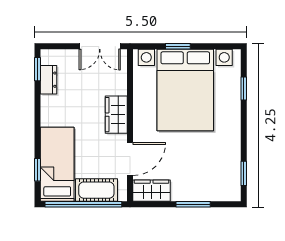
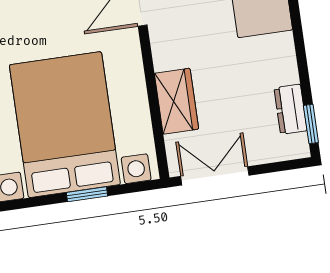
wardrobe: (116, 115) -> (176, 101), moved

